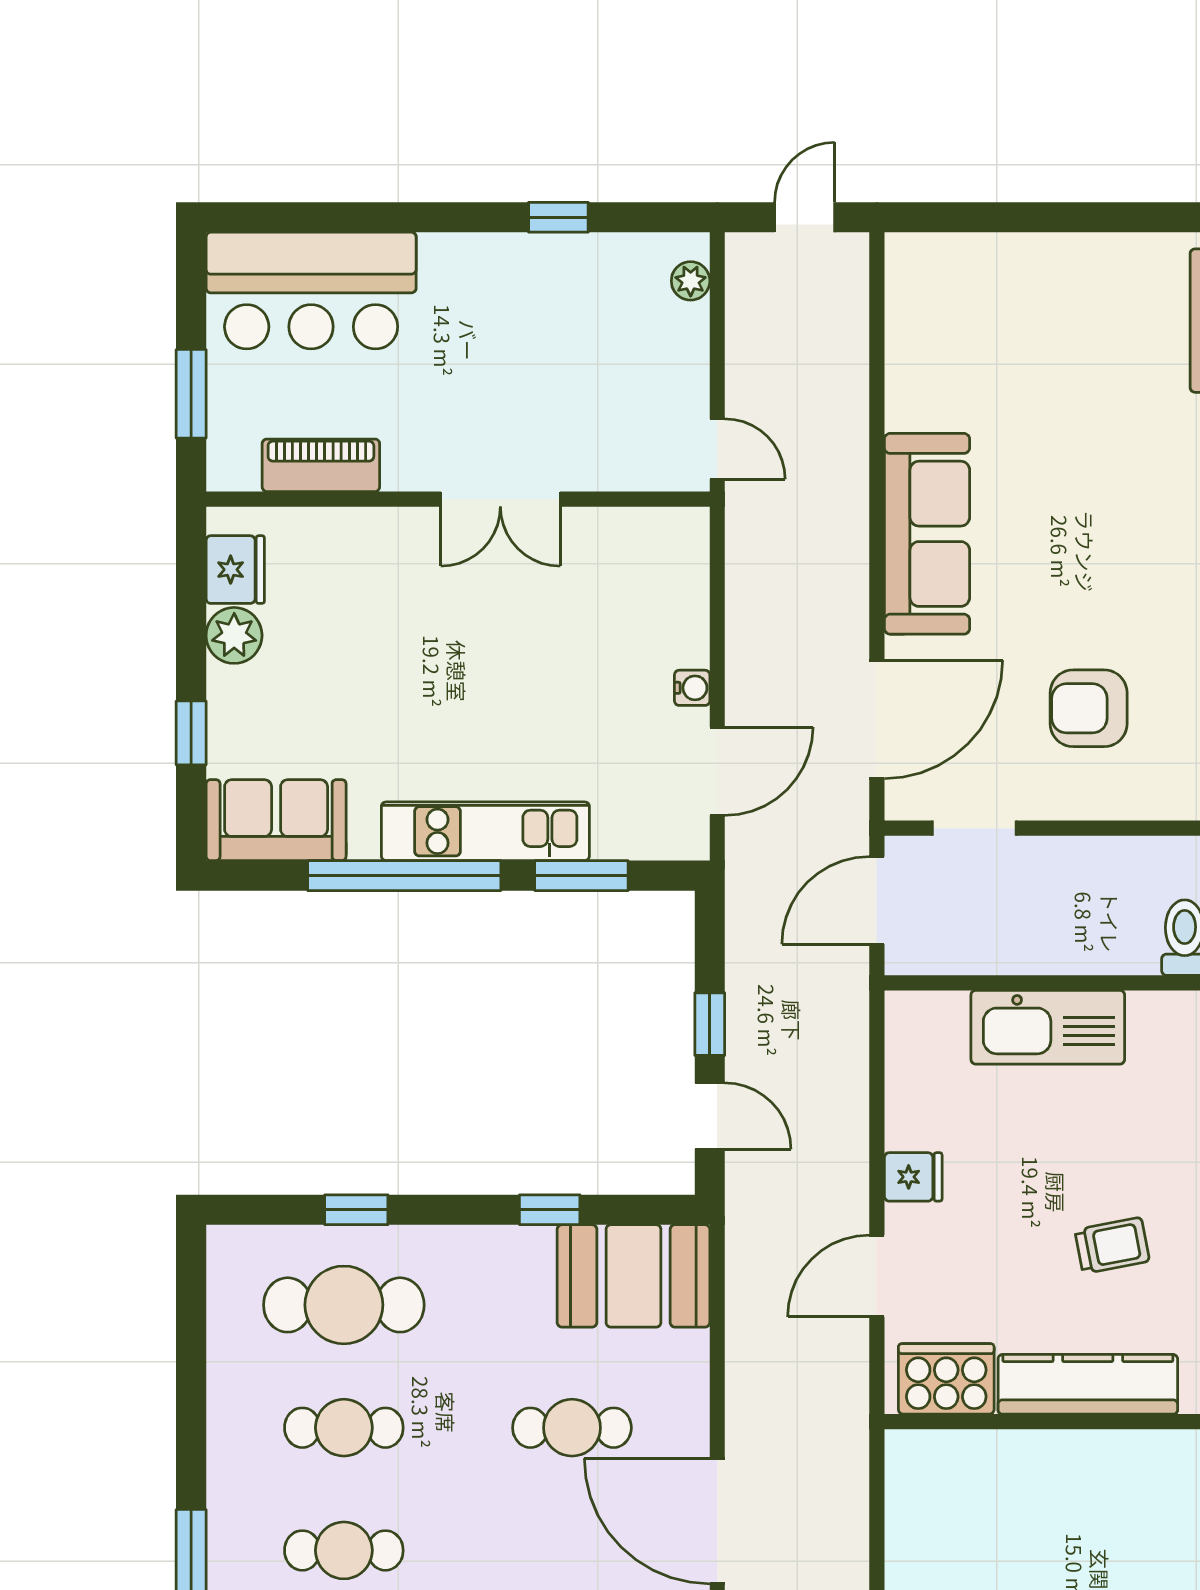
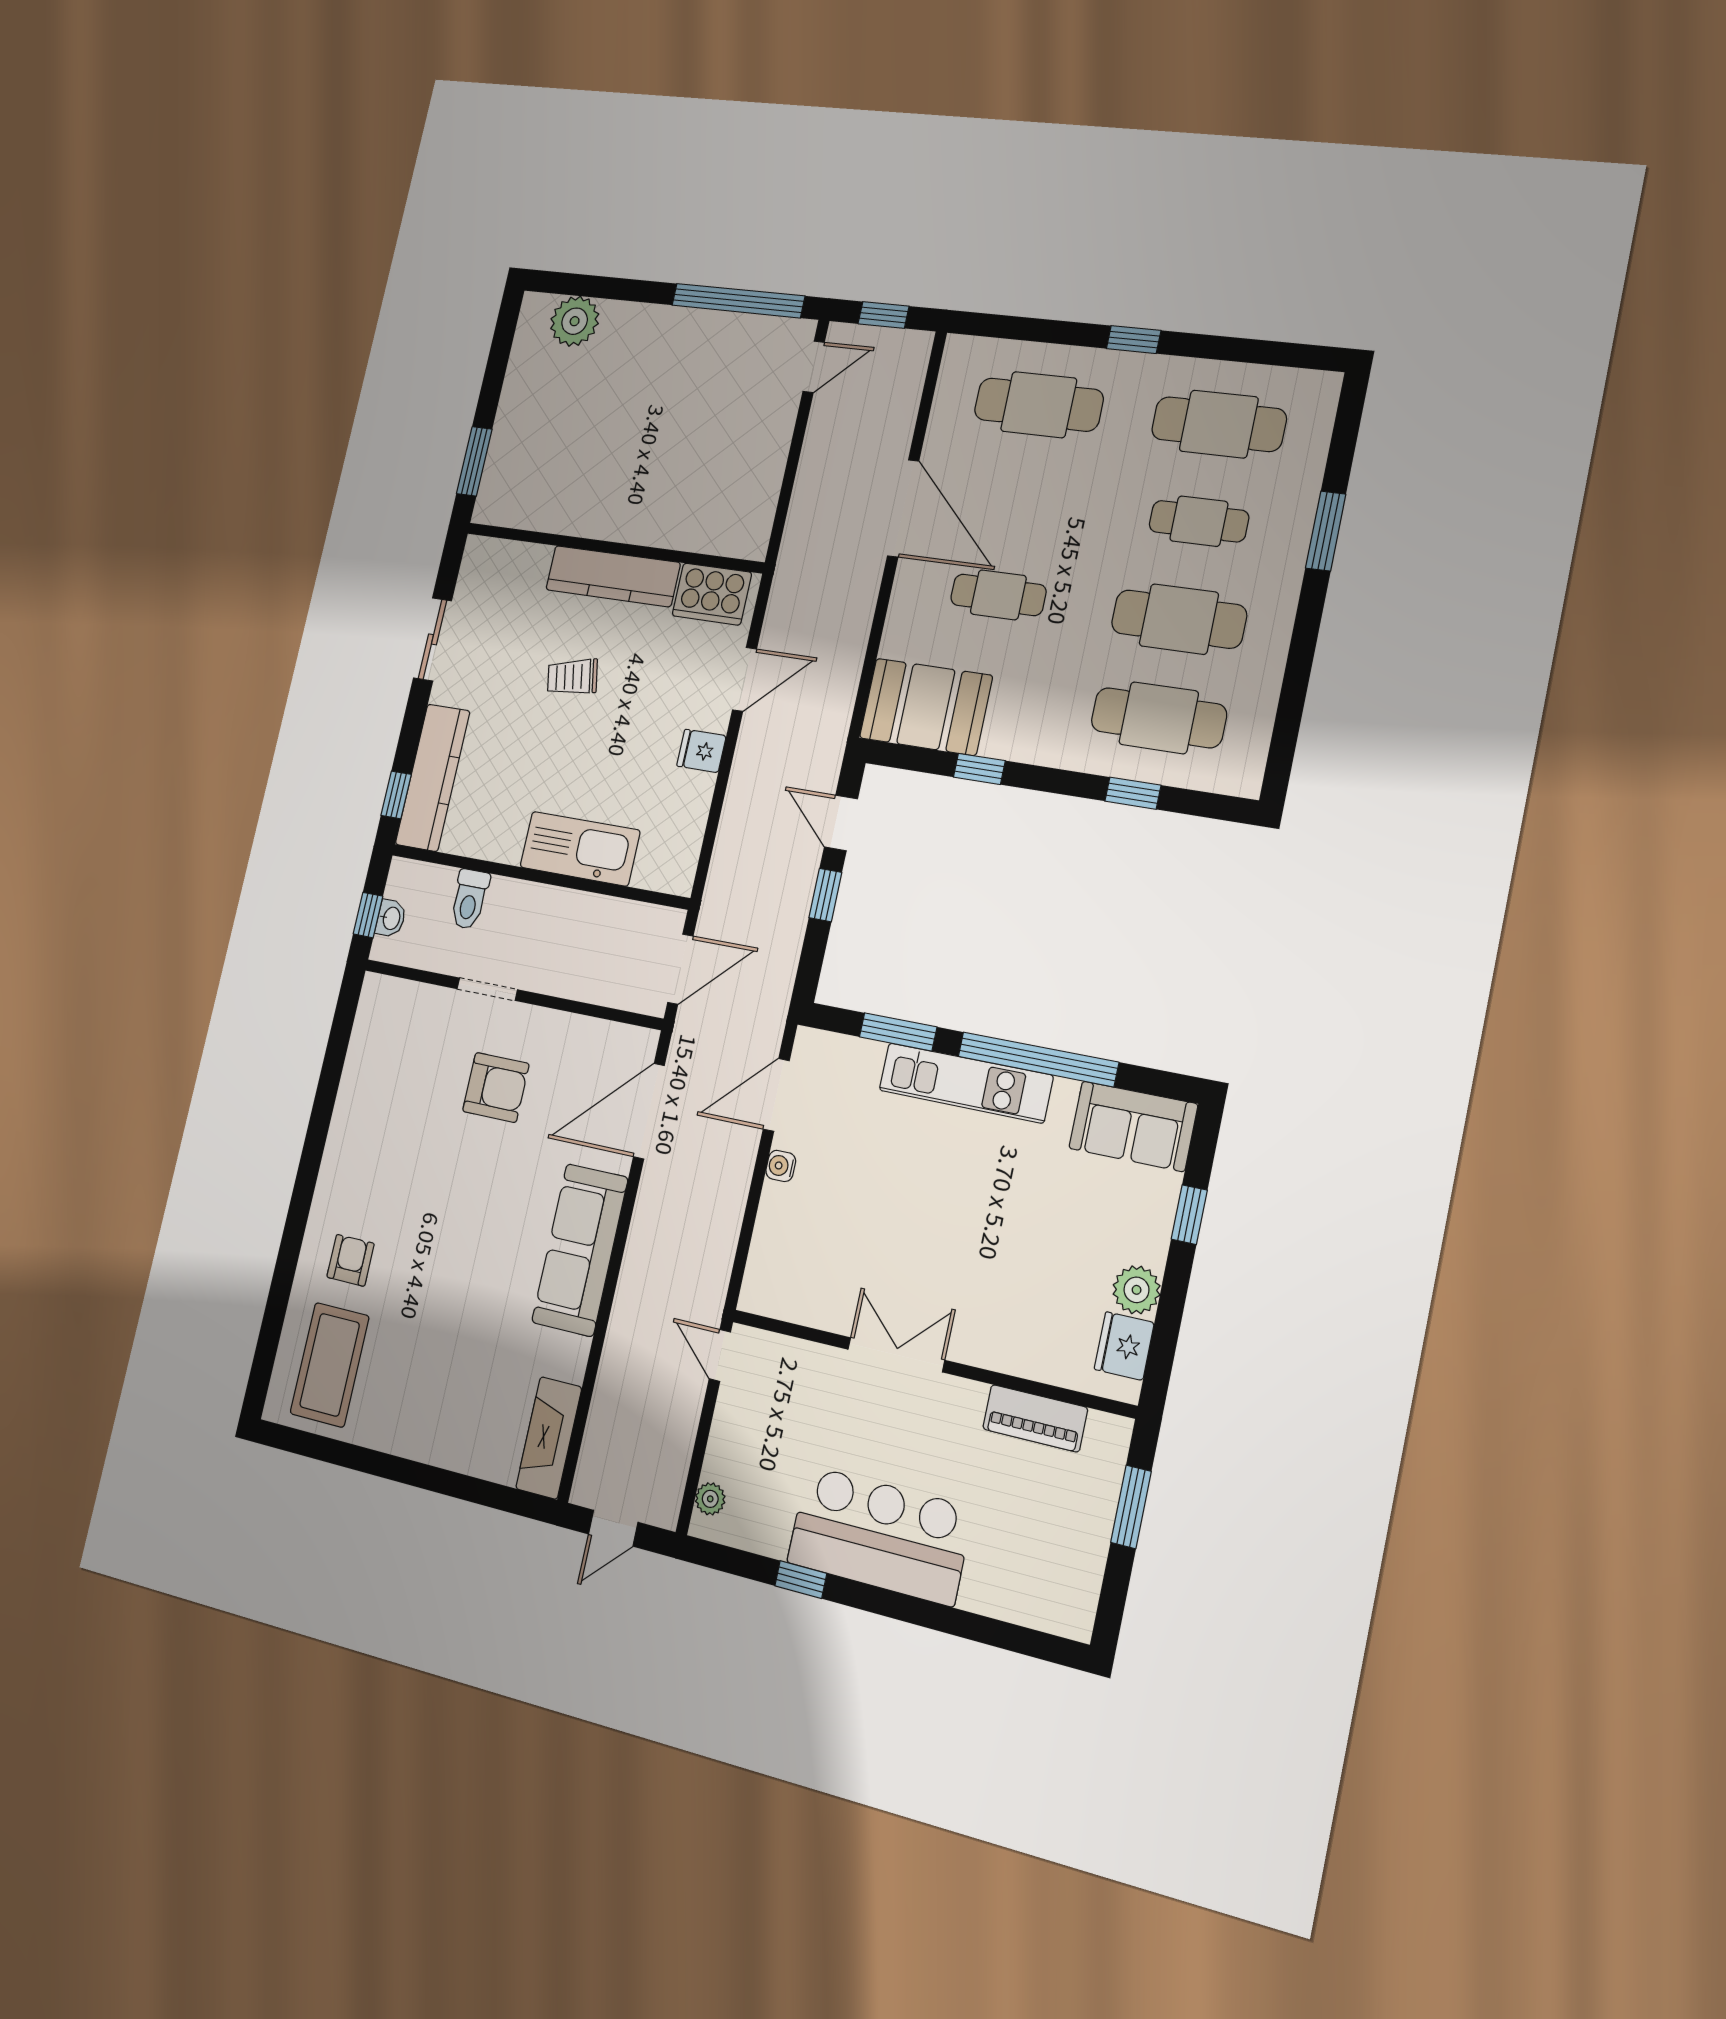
bar counter: (311, 291) -> (880, 1535), moved
fireplace: (913, 302) -> (549, 1438), added
doorway: (974, 828) -> (487, 989), moved
cafe table: (344, 1428) -> (1179, 619), width x1.37, depth x1.35

